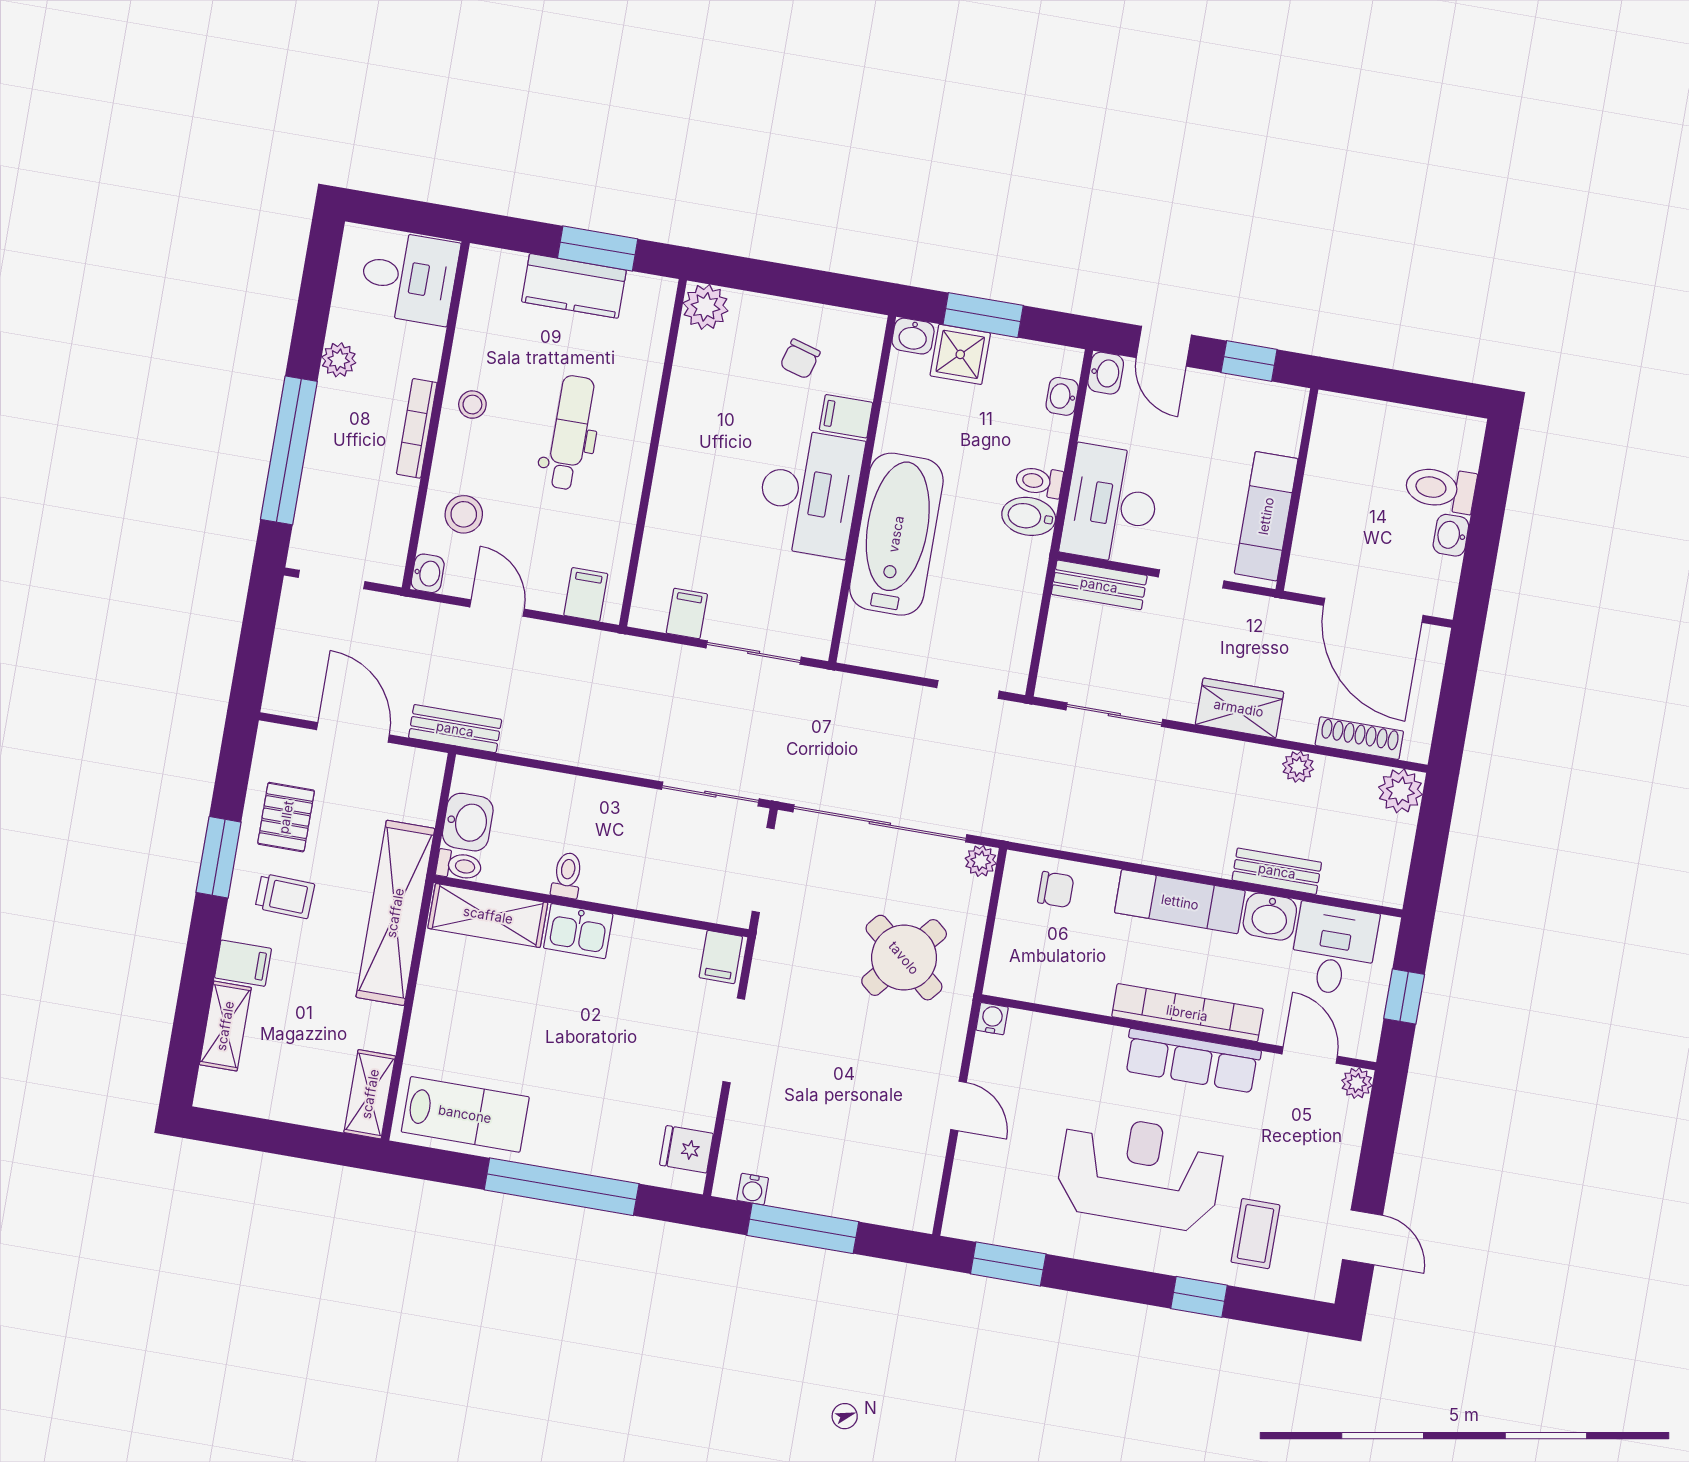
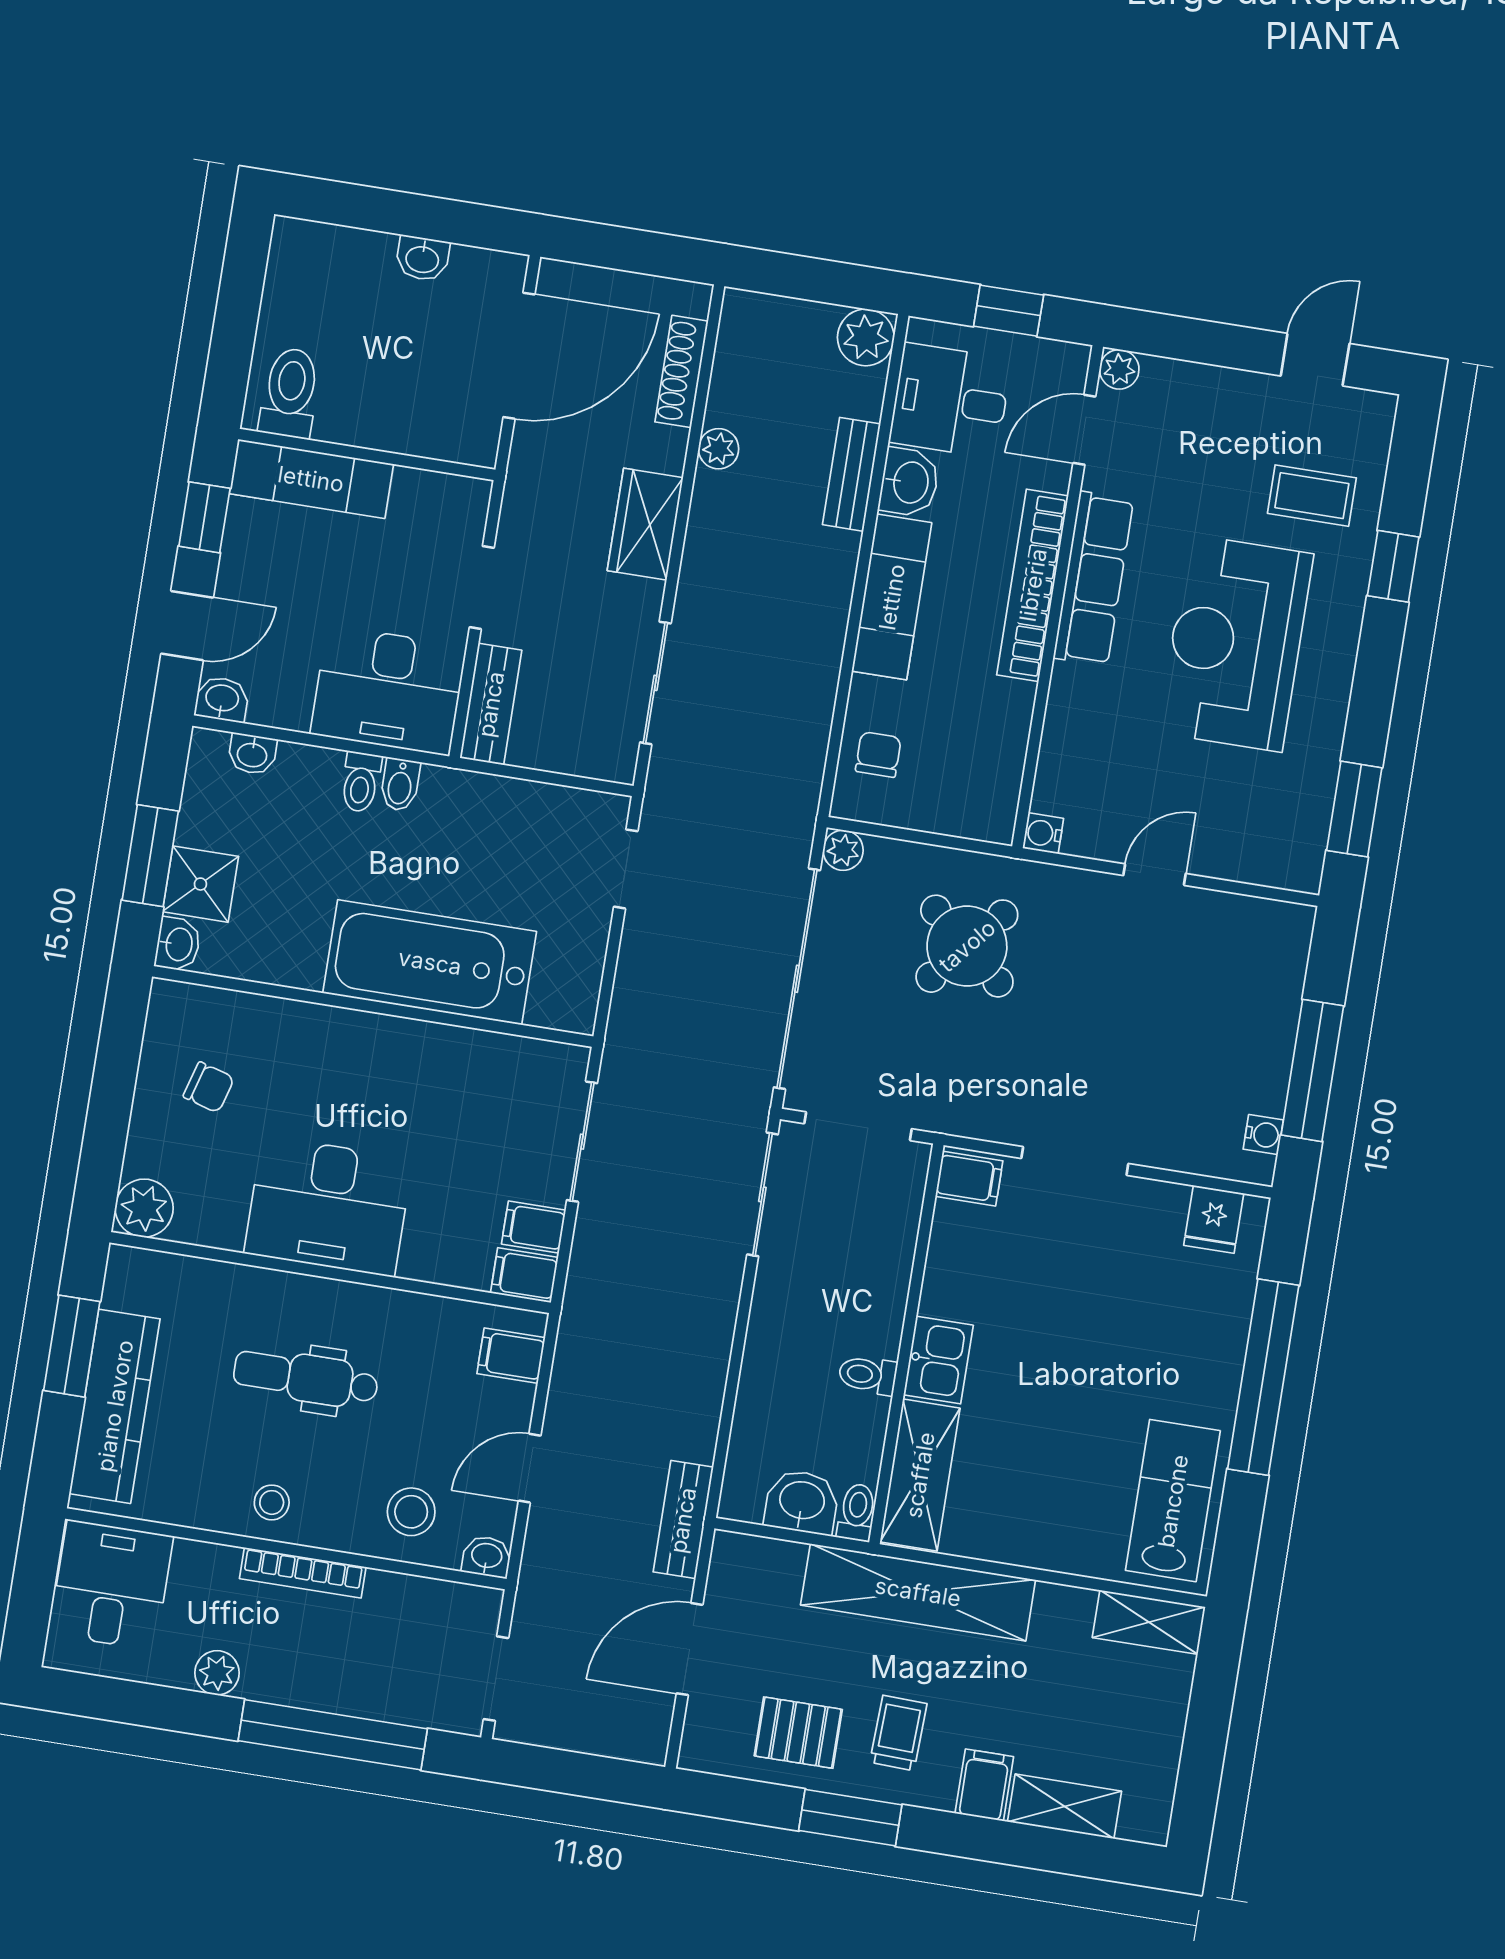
kitchen counter: (574, 286) -> (115, 1406), width x1.50
filing cabinet: (846, 416) -> (524, 1275), moved, turned 90
toilet: (1440, 489) -> (290, 393), moved, turned 180
desk: (809, 493) -> (328, 1206), moved, turned 180
bidet: (1029, 516) -> (400, 785), width x0.72, depth x0.74
exam couch: (1266, 516) -> (311, 479), moved
plant: (1400, 791) -> (866, 337), moved

